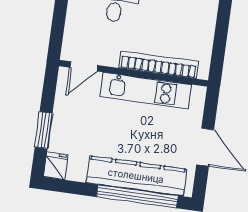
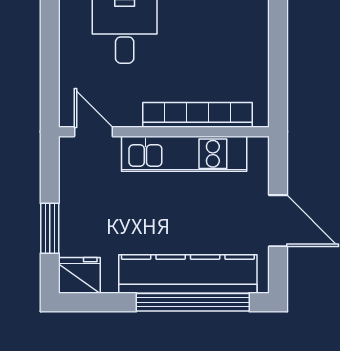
door: (84, 66) -> (93, 132), swing flipped
fridge: (56, 166) -> (79, 275), width x1.38

